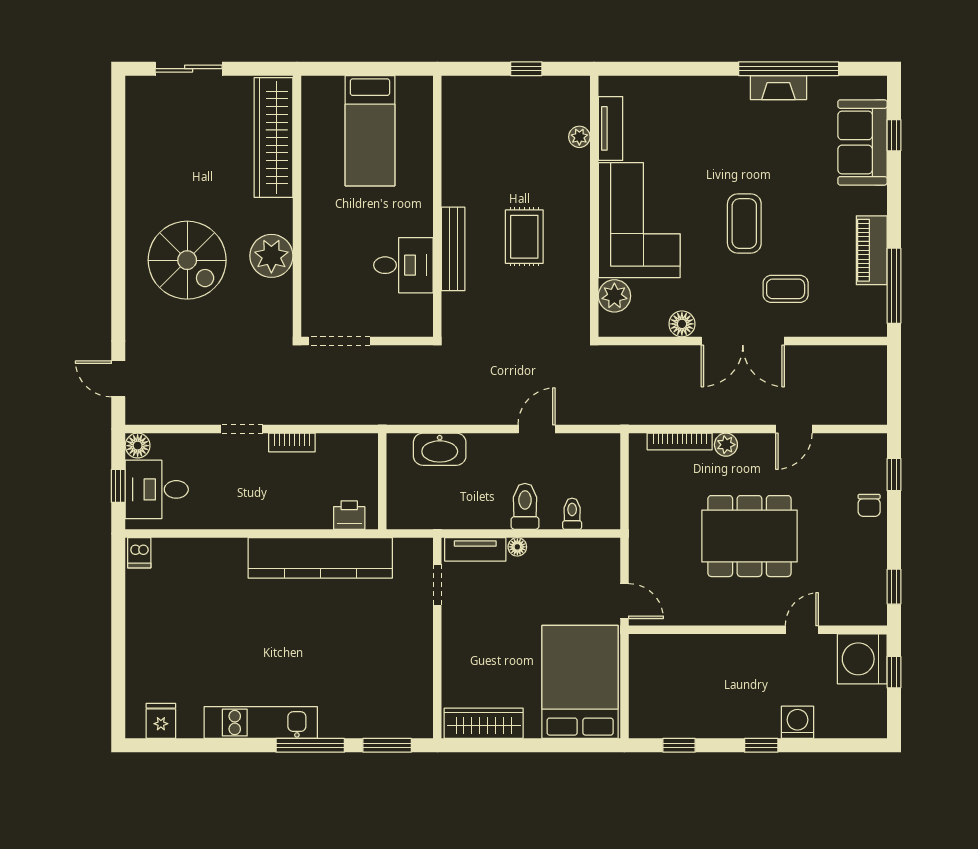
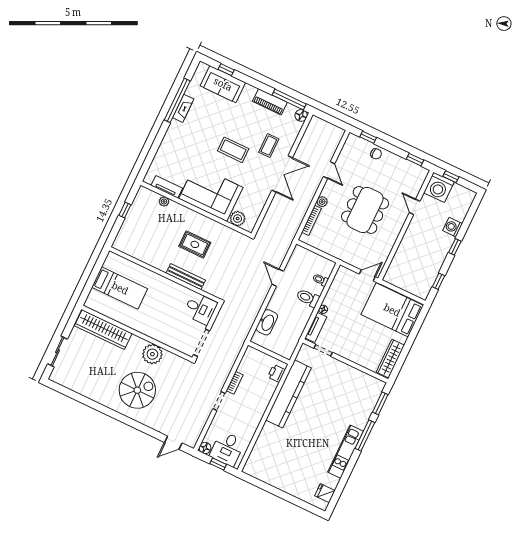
desk: (403, 265) -> (200, 309), moved, turned 90
floor lamp: (682, 324) -> (301, 115), moved
dishwasher: (139, 553) -> (250, 469), removed

